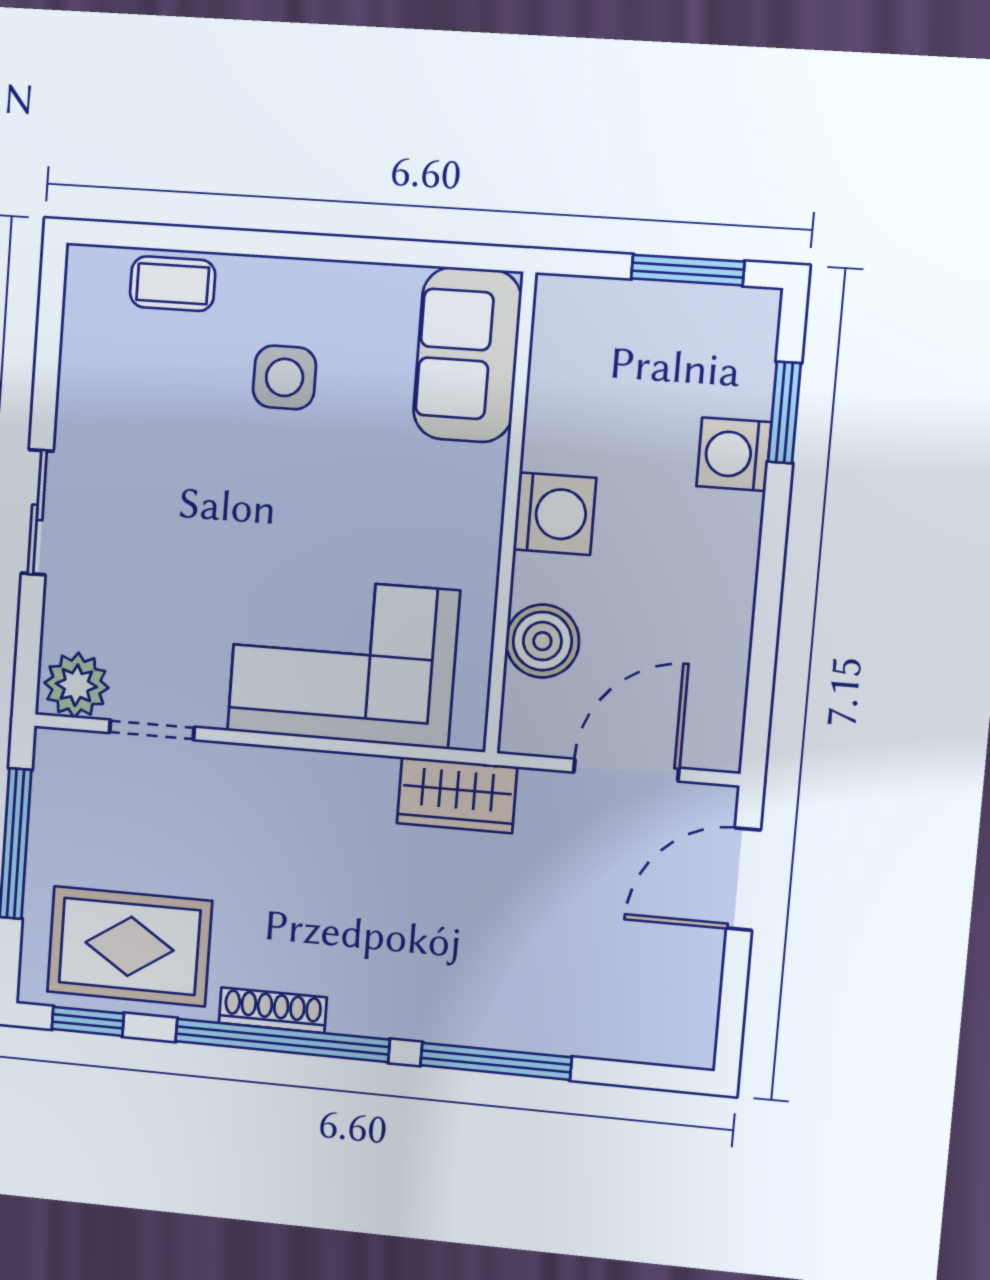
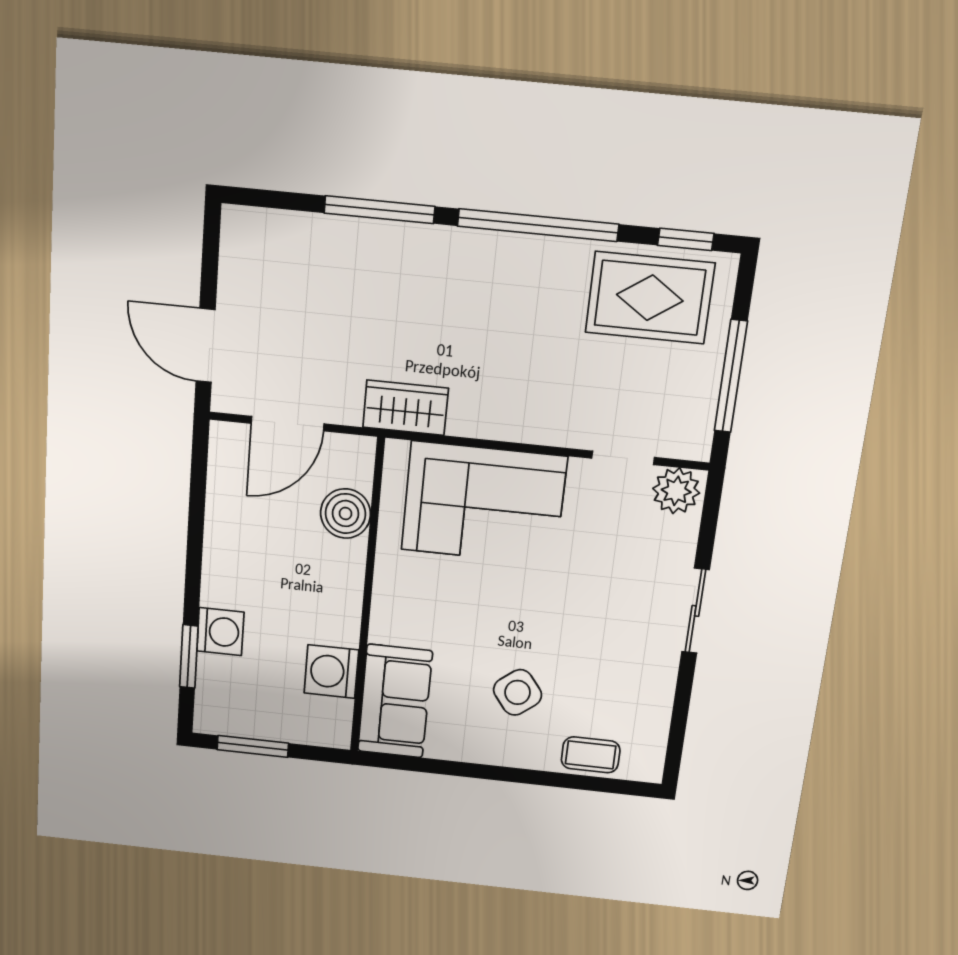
side table: (284, 377) -> (518, 692), turned -38
washing machine: (555, 514) -> (331, 672), moved
door: (743, 879) -> (206, 345), swing flipped
shoe rack: (273, 1010) -> (544, 248), removed

